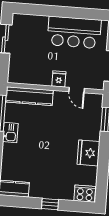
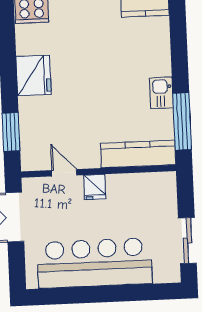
bar counter: (74, 32) -> (95, 263), width x1.36

